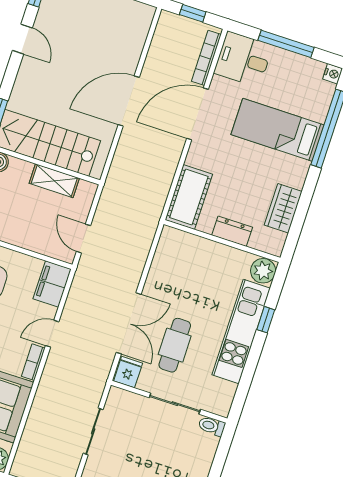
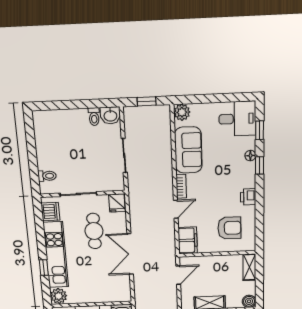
door: (83, 239) -> (178, 275), hinge flipped
double door: (129, 323) -> (130, 254), moved
dishwasher: (222, 394) -> (50, 212), added
toilet: (212, 426) -> (47, 176), moved

